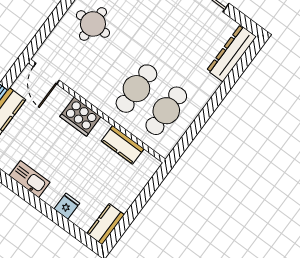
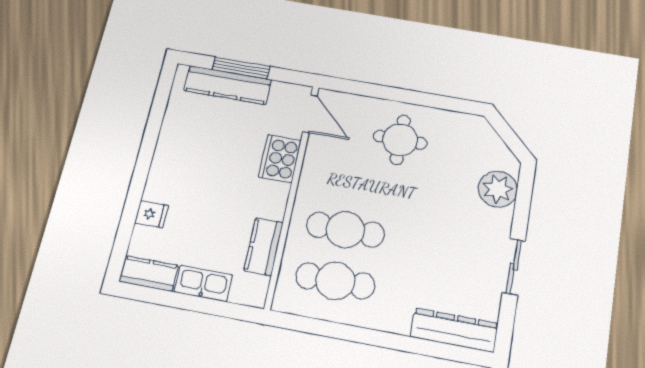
door: (46, 74) -> (310, 114), swing flipped
cooker: (80, 117) -> (280, 159), moved
kitchen sink: (30, 179) -> (203, 283), moved, turned -90

